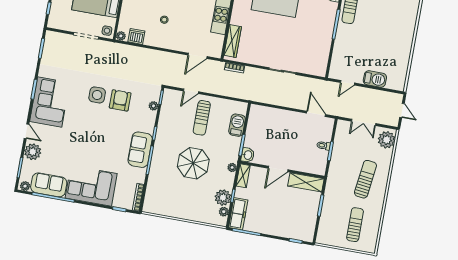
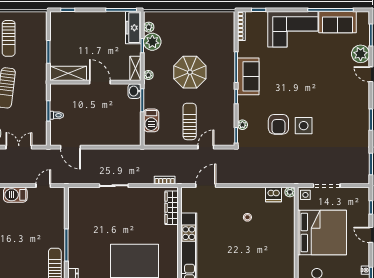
corner sofa: (50, 102) -> (352, 109), removed
door: (278, 169) -> (100, 82), hinge flipped
plant: (25, 186) -> (362, 16), removed

